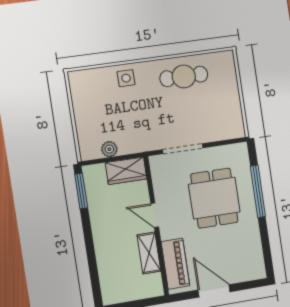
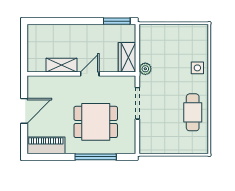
plant: (109, 149) -> (145, 69), moved
piano: (175, 264) -> (46, 145), moved, turned 180

